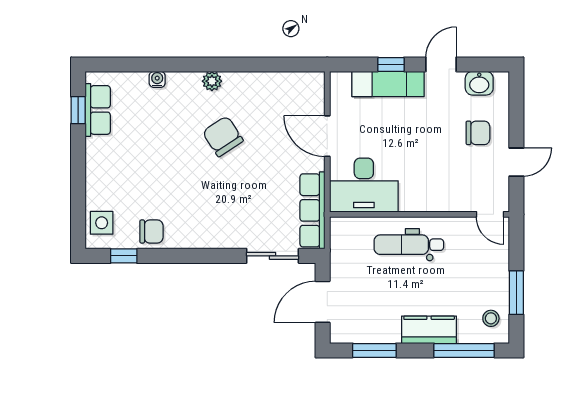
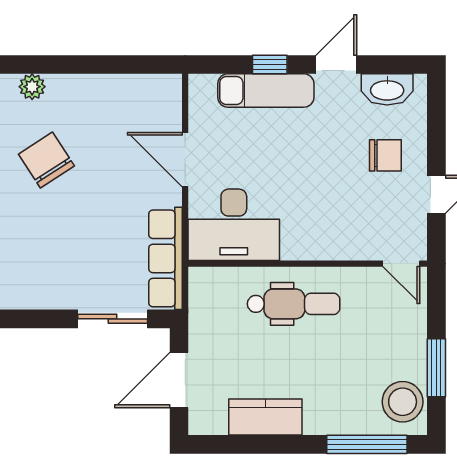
washbasin: (479, 83) -> (387, 89), width x1.38
dental chair: (409, 245) -> (294, 304), turned 180
stool: (491, 318) -> (403, 402), width x1.89, depth x1.89
kitchen counter: (429, 330) -> (265, 417), moved
window: (374, 350) -> (248, 444), removed

